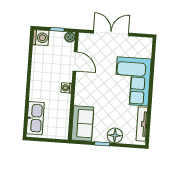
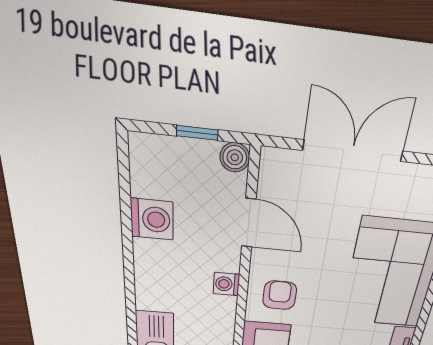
washing machine: (41, 38) -> (152, 219), moved
armchair: (88, 92) -> (280, 295), added

